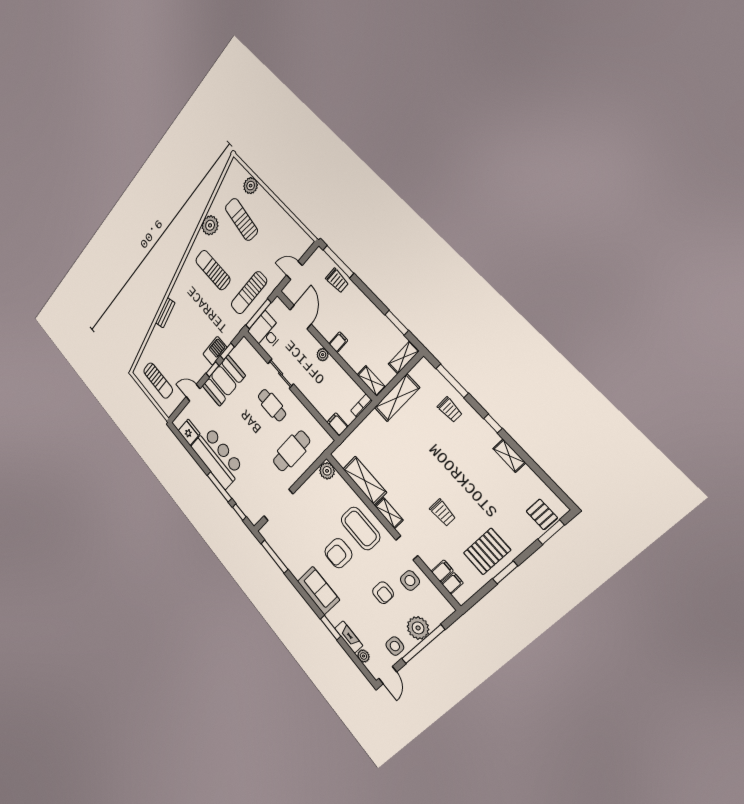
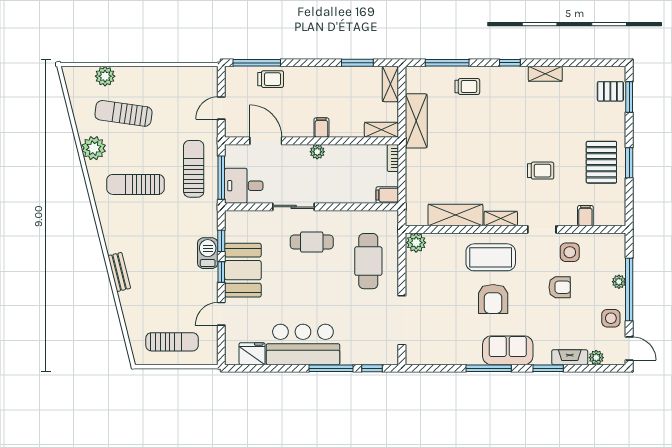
sun lounger: (249, 293) -> (194, 169), turned 180
window: (274, 557) -> (489, 368), moved
filing cabinet: (452, 583) -> (602, 216), removed
plant: (418, 628) -> (619, 282), width x0.53, depth x0.53

